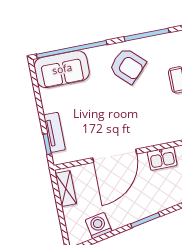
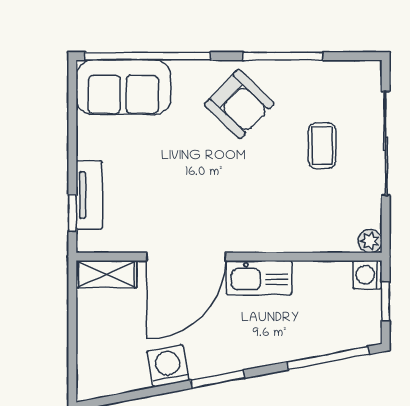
kitchen sink: (162, 159) -> (259, 278), width x1.38
shelving: (66, 189) -> (106, 274), moved, turned 90
washing machine: (98, 226) -> (168, 366), moved

